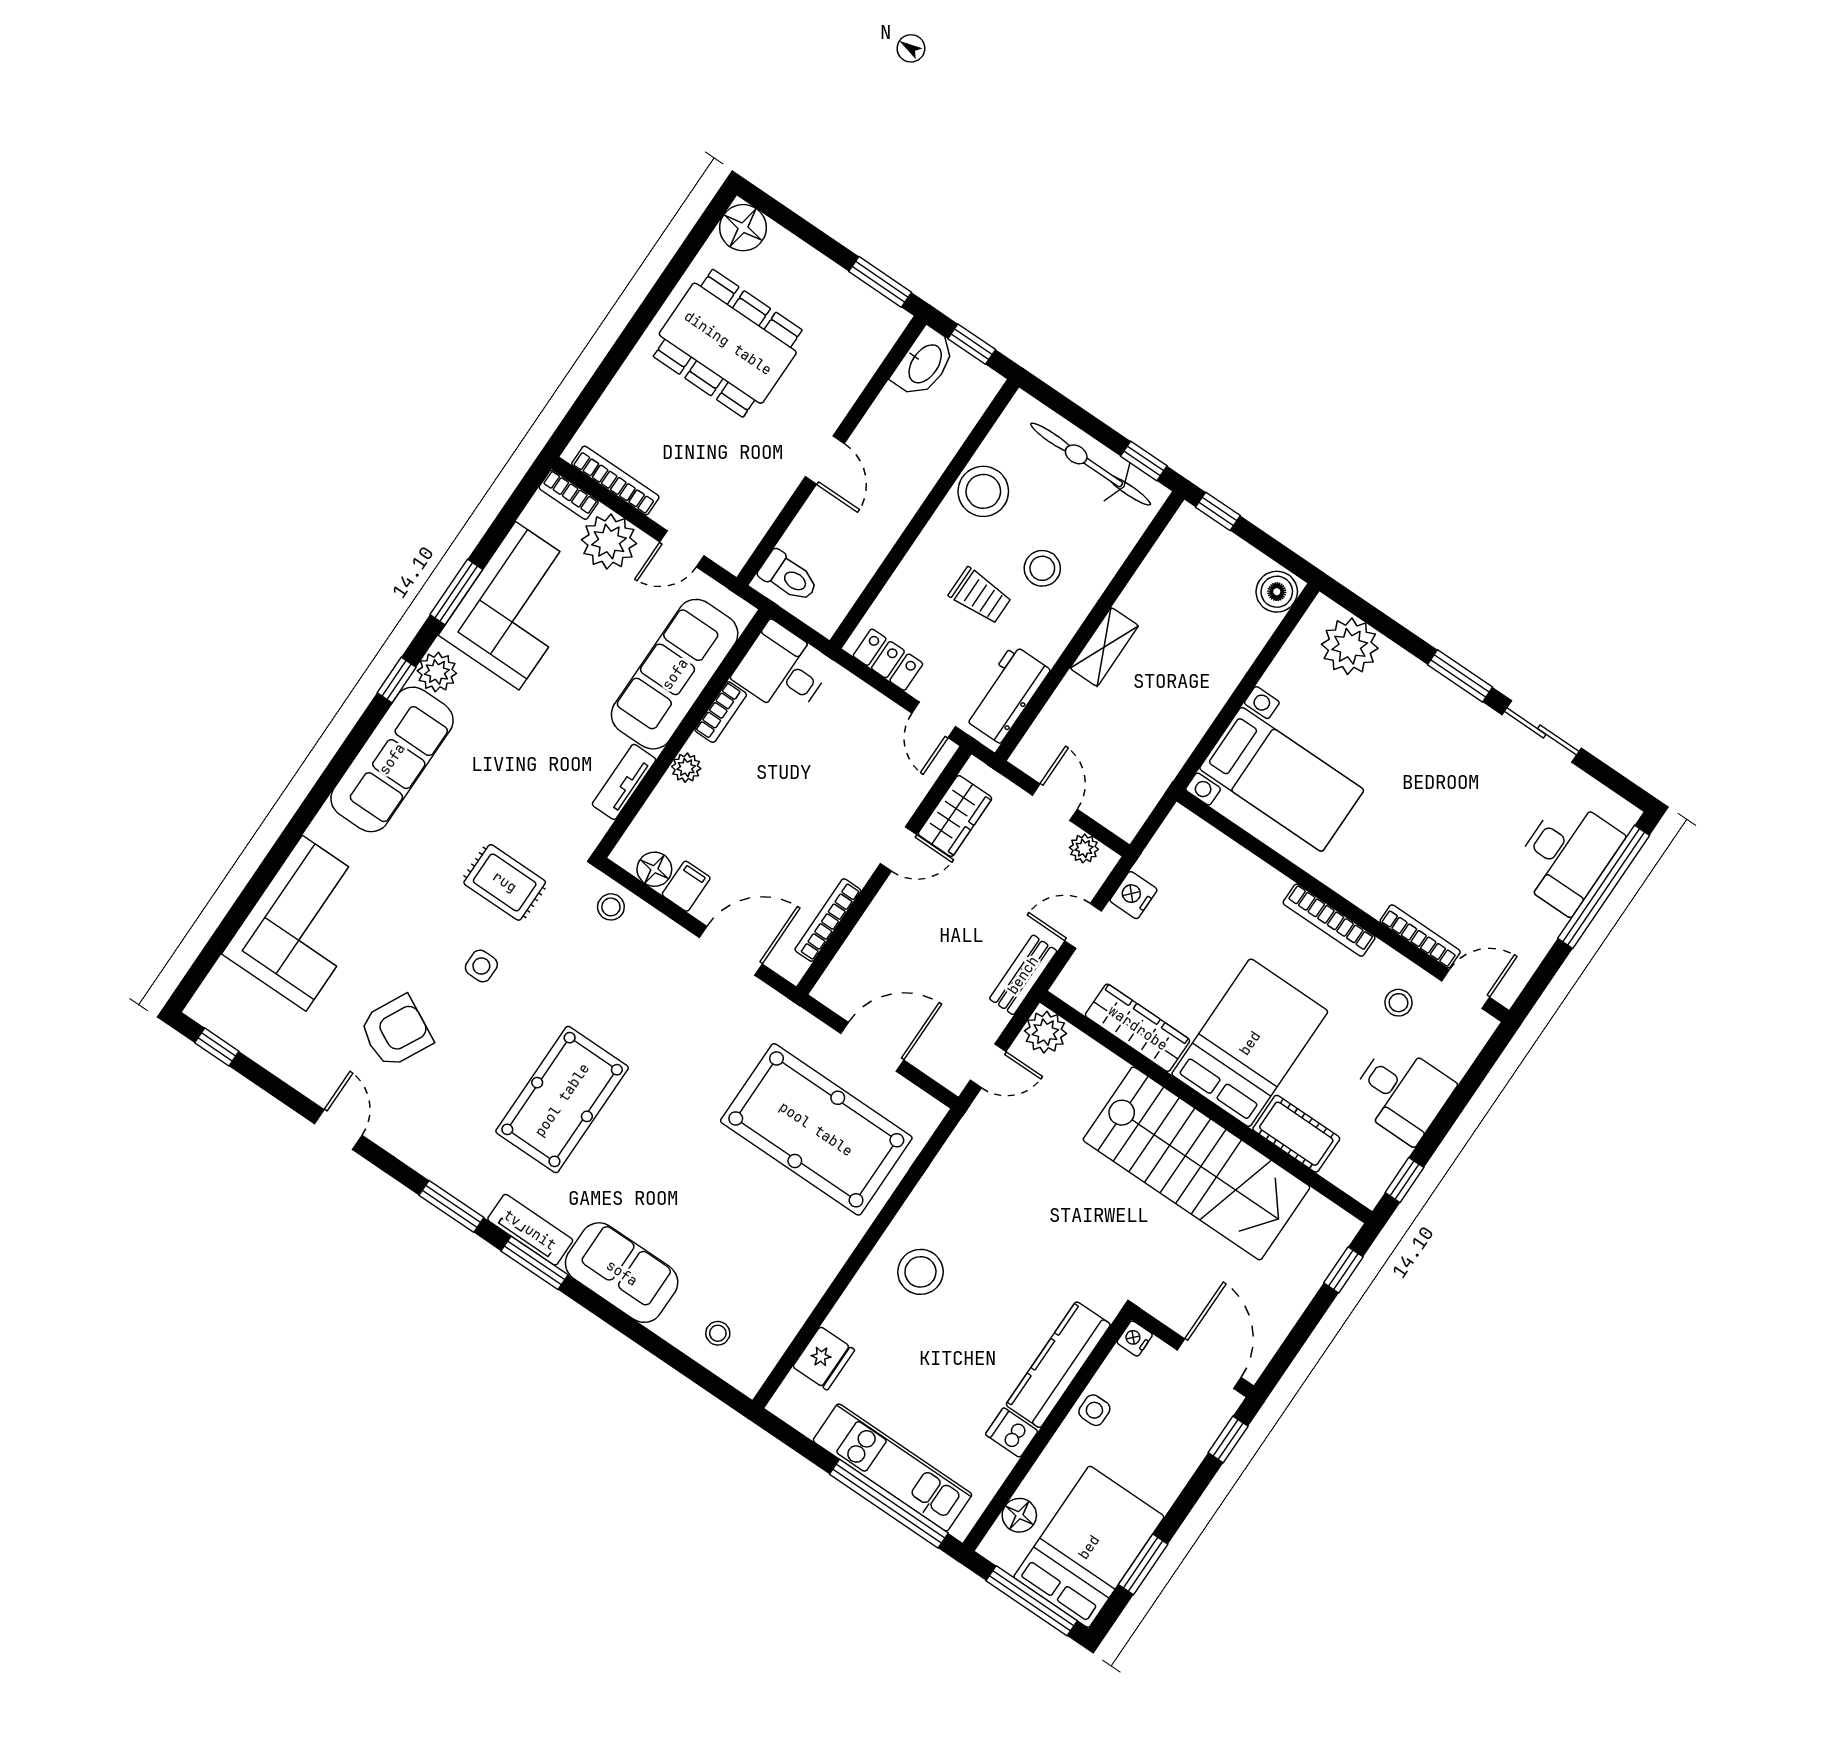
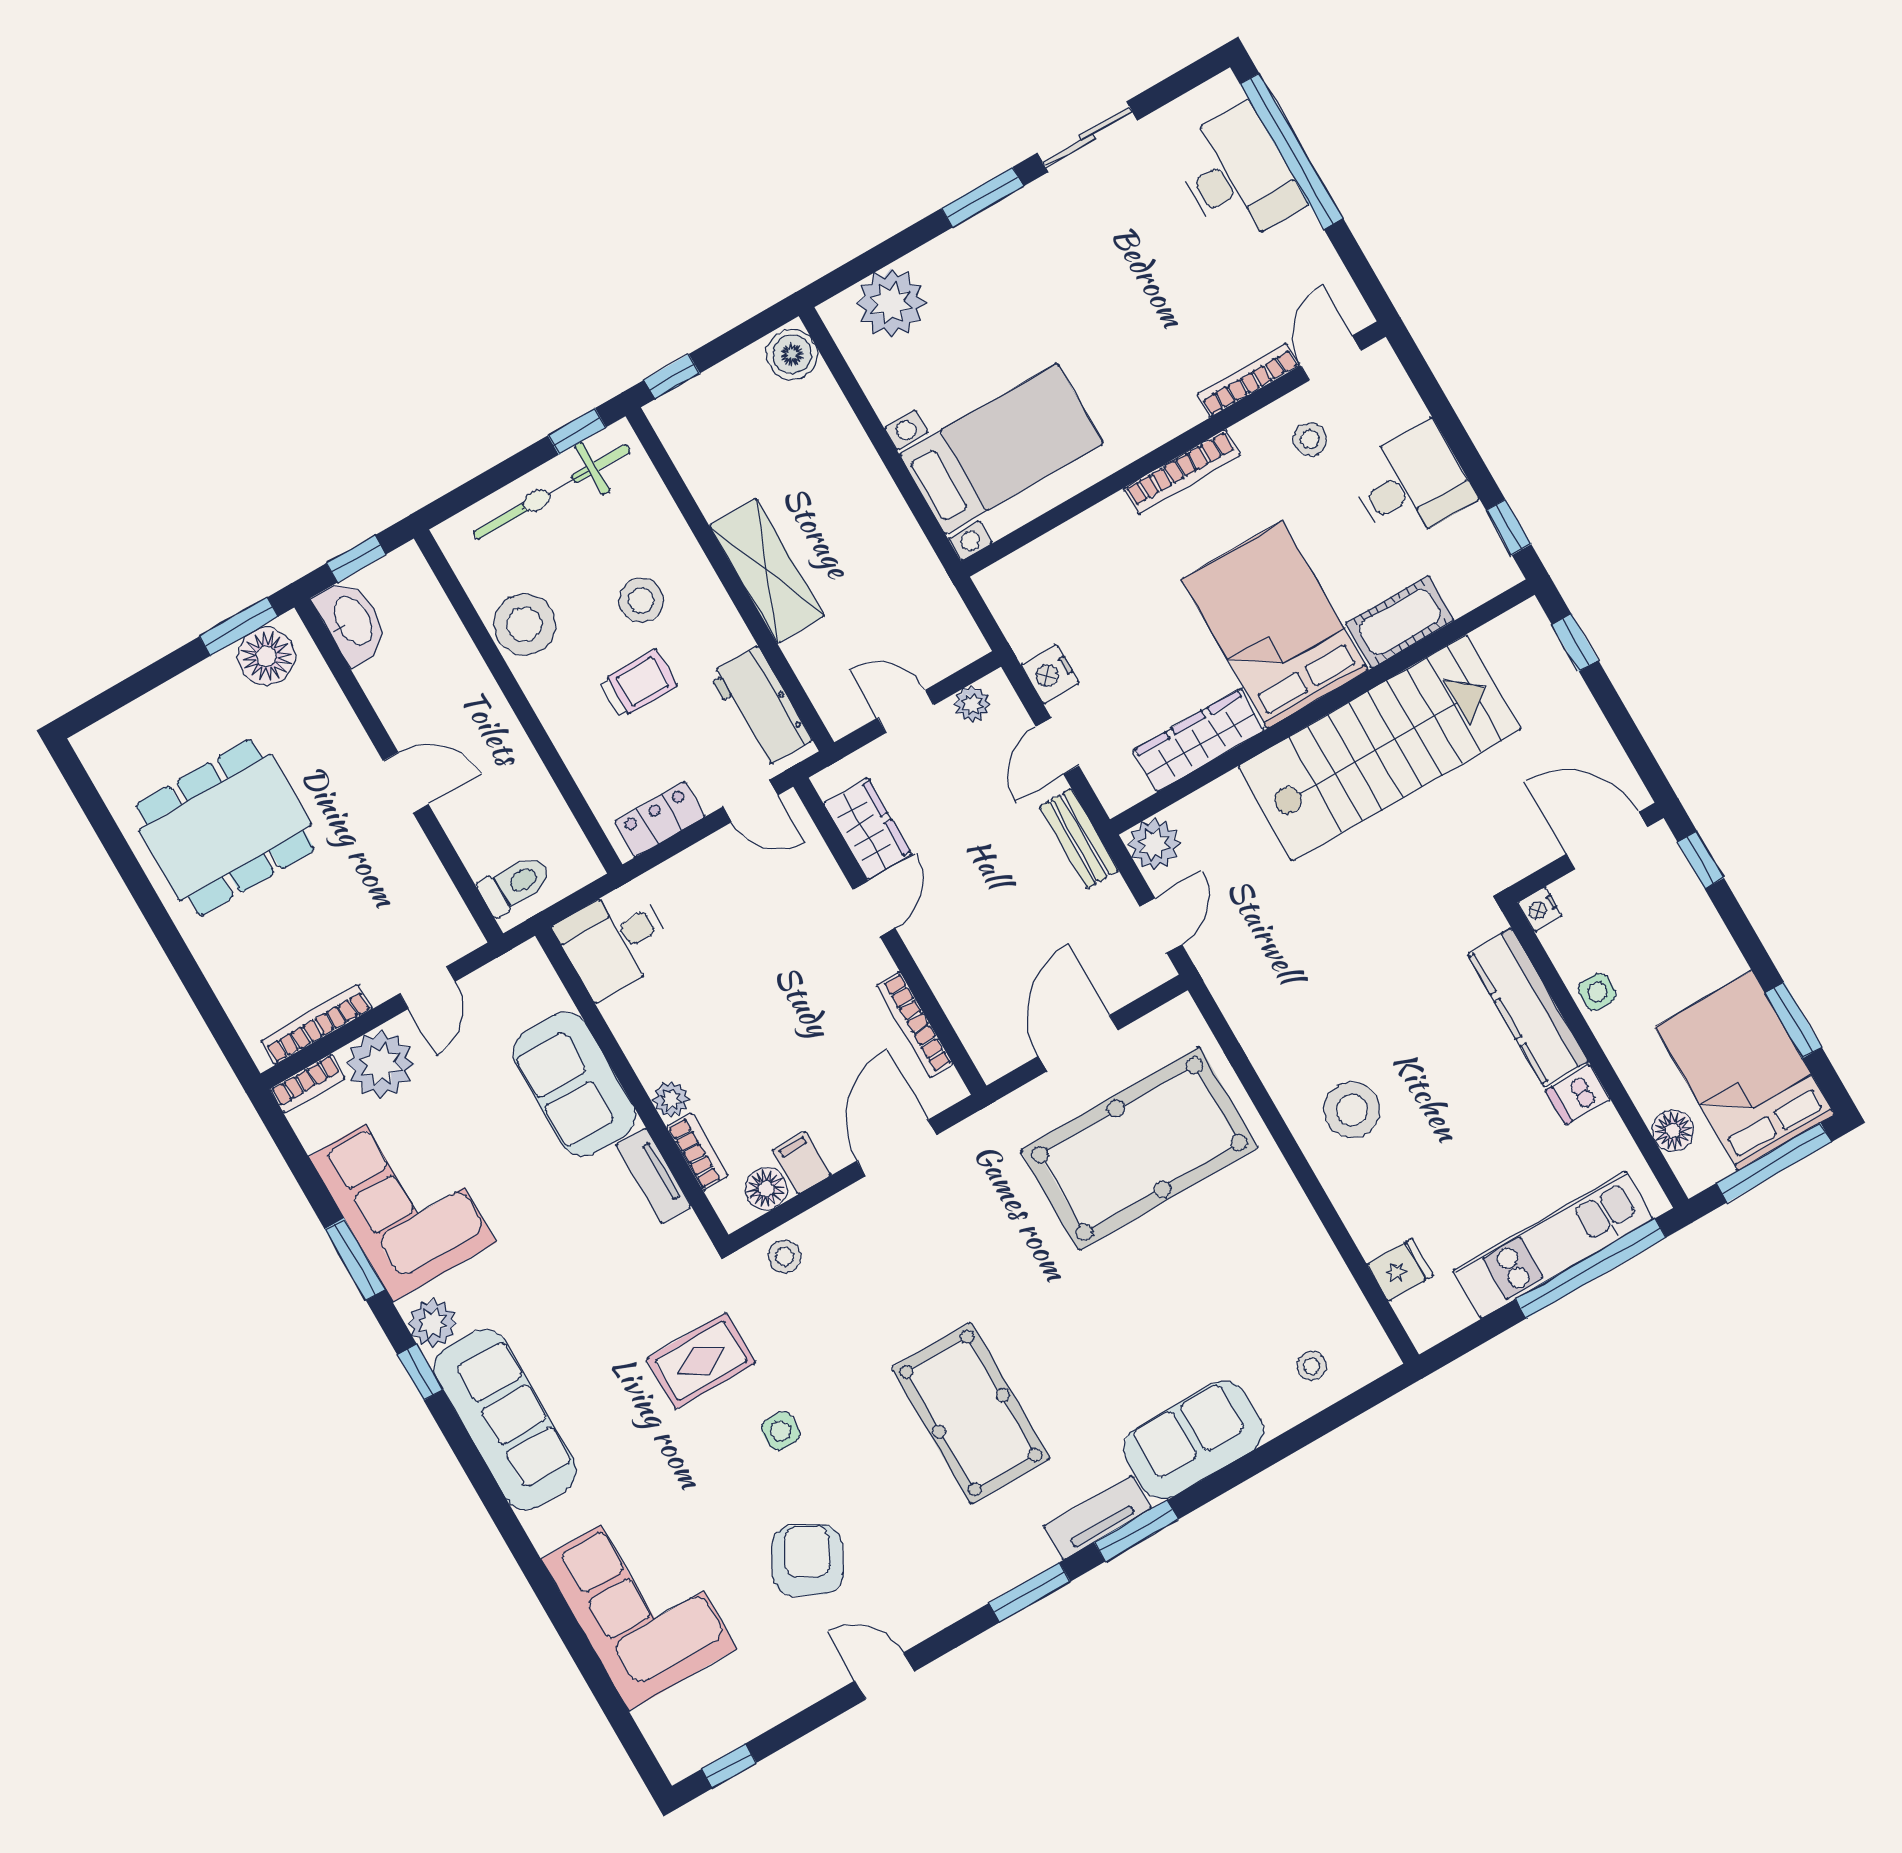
floor lamp: (743, 228) -> (266, 656), moved
shelving: (1104, 647) -> (767, 571), width x1.50, depth x1.33
sofa: (675, 674) -> (574, 1084), width x0.73
bookcase: (721, 712) -> (697, 1152), moved
fridge: (824, 1358) -> (1400, 1270), width x0.72

